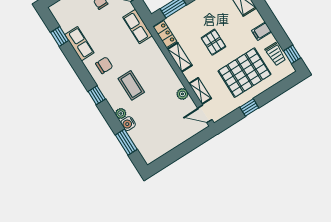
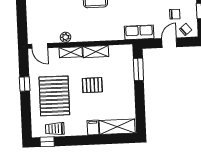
filing cabinet: (262, 31) -> (93, 128), moved
locker: (165, 34) -> (121, 51), removed
shelving: (200, 91) -> (71, 52), moved
door: (205, 114) -> (40, 46), swing flipped

